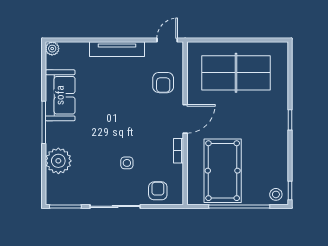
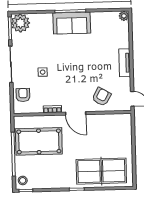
tv unit: (117, 49) -> (125, 63), width x0.71
table tennis table: (236, 73) -> (101, 171), moved, turned 90
armchair: (163, 83) -> (101, 97), turned 120
sofa: (60, 95) -> (72, 23), moved
plant: (58, 161) -> (20, 23), moved
armchair: (158, 191) -> (23, 95), turned -90

